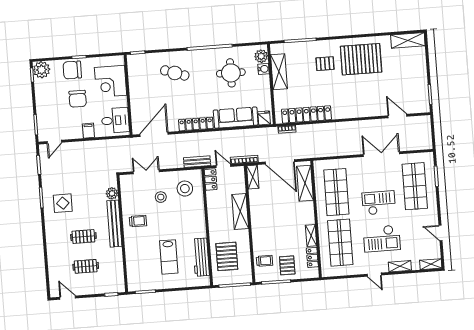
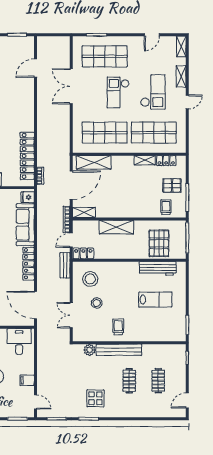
filing cabinet: (88, 131) -> (27, 380), moved
pallet: (227, 256) -> (159, 243), turned 90

